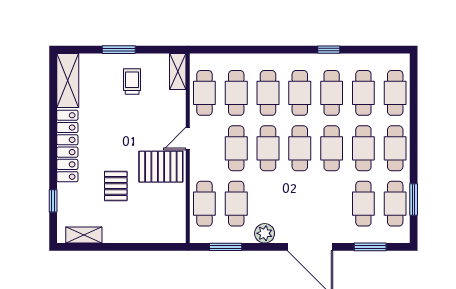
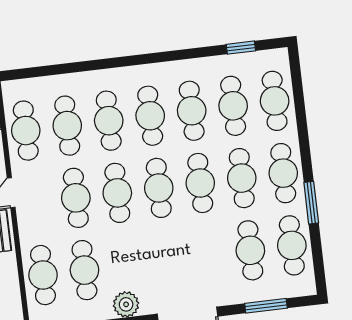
window: (329, 50) -> (241, 48), moved
window: (414, 199) -> (311, 203), moved

